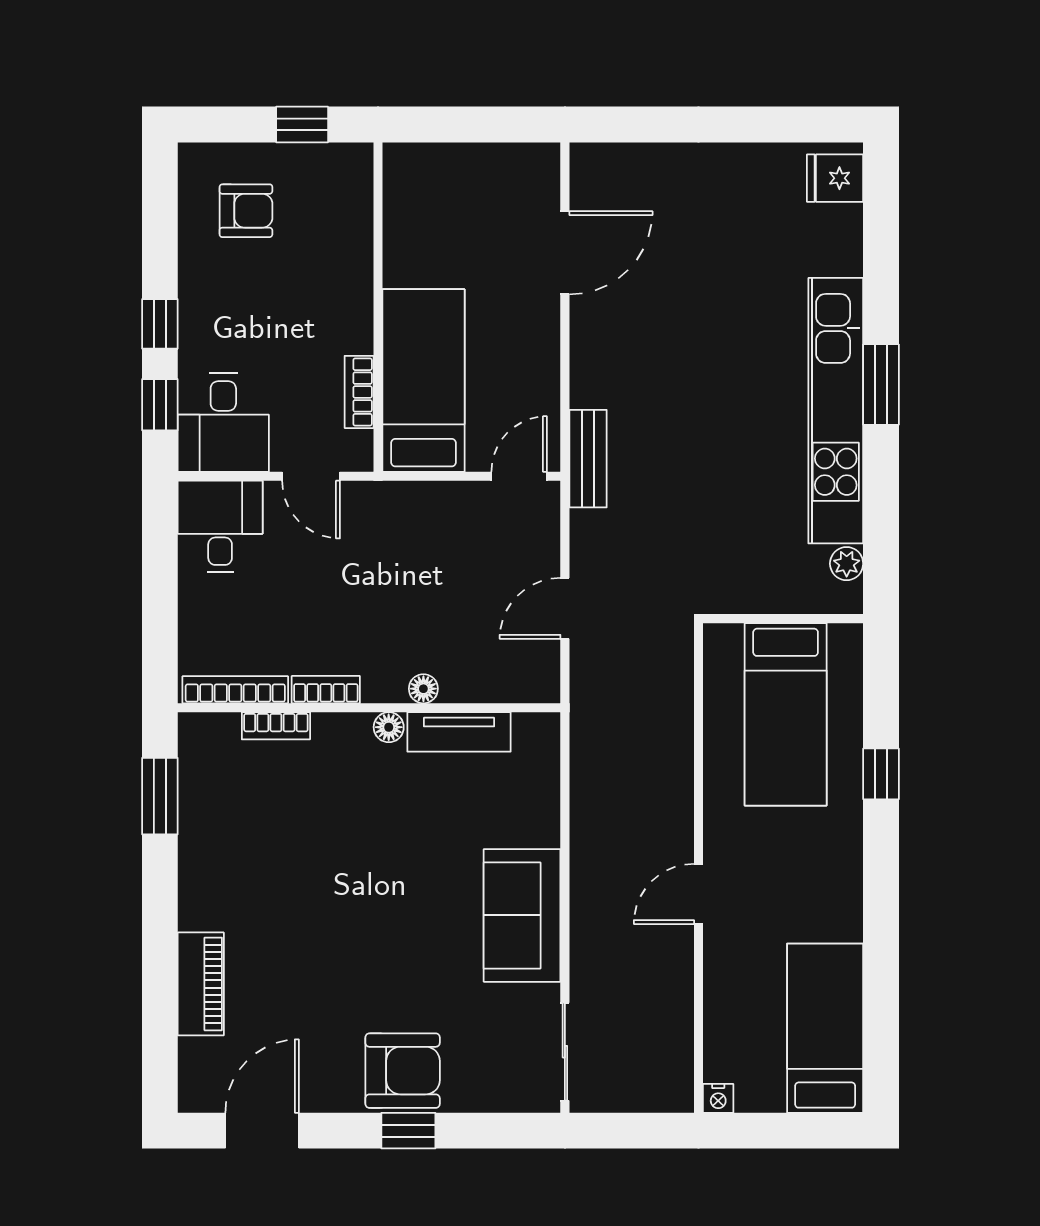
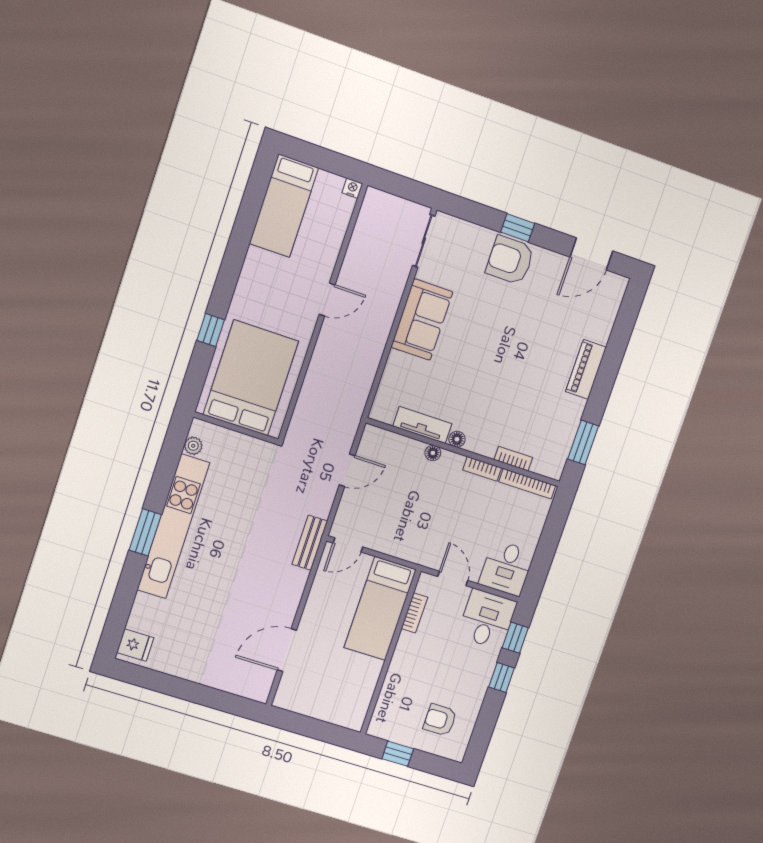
bed: (786, 714) -> (251, 378), width x1.50
piano: (201, 984) -> (586, 369), moved

